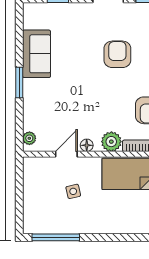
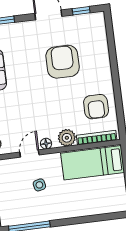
armchair: (117, 54) -> (63, 62), width x1.36, depth x1.36

